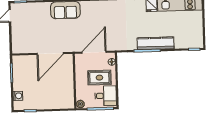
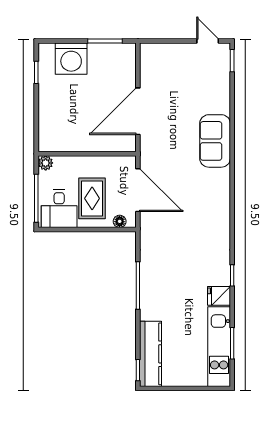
kitchen counter: (156, 43) -> (151, 354), moved
door: (50, 54) -> (138, 111), hinge flipped
washing machine: (18, 96) -> (71, 59), width x1.89, depth x1.89

